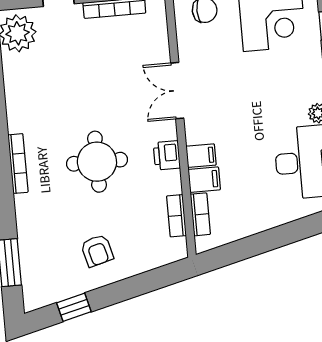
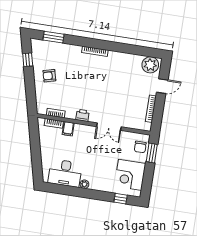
double door: (177, 91) -> (109, 127), swing flipped
filing cabinet: (201, 156) -> (79, 130), removed
round table: (97, 162) -> (87, 85), removed

